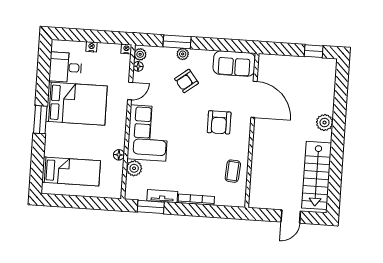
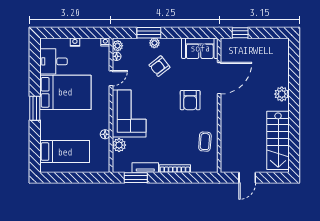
window: (314, 51) -> (240, 33), moved
door: (254, 99) -> (219, 78), hinge flipped
door: (291, 217) -> (247, 178), moved

